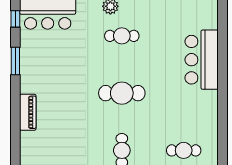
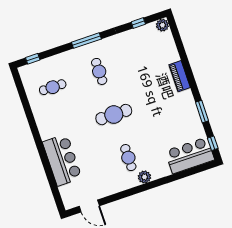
cafe table: (122, 36) -> (128, 158), turned 90

